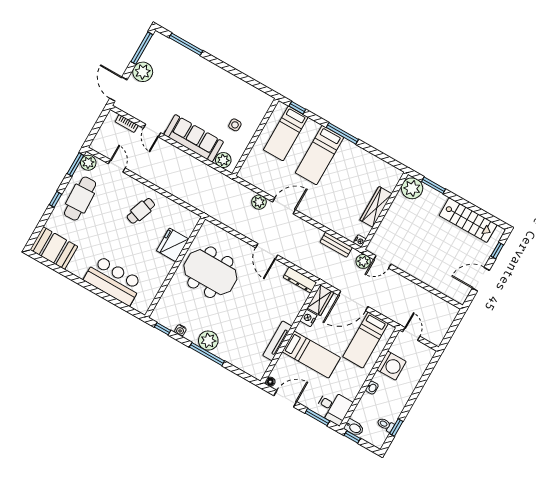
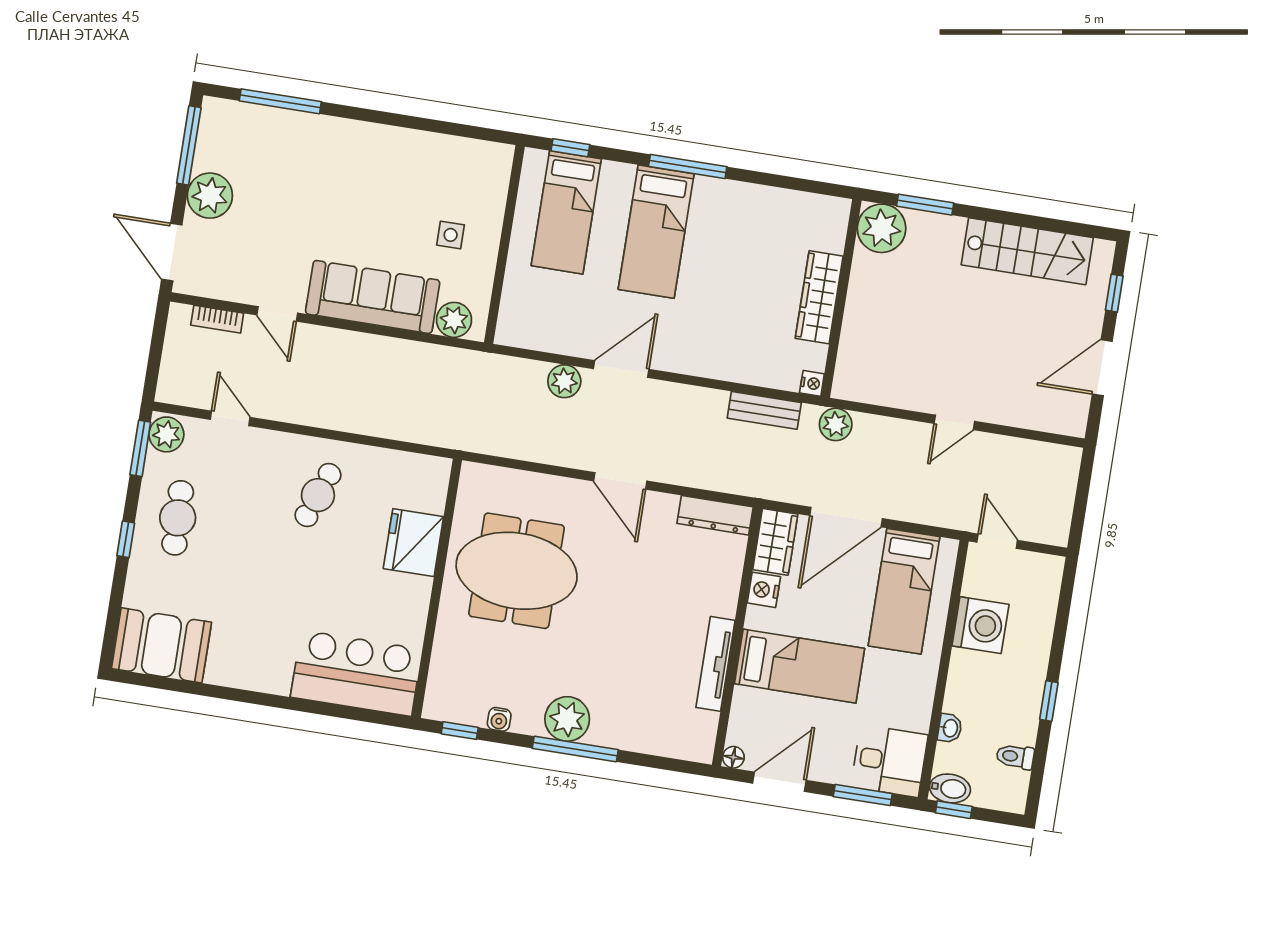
cafe table: (80, 199) -> (178, 518), width x0.73, depth x0.74
door: (382, 262) -> (954, 422), moved
bar counter: (113, 280) -> (356, 673), moved
washbasin: (372, 388) -> (950, 728), moved
window: (396, 428) -> (1049, 701), moved

